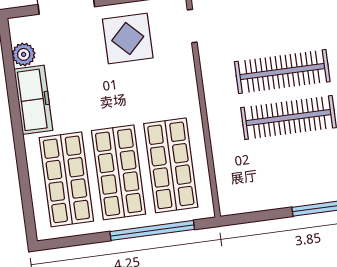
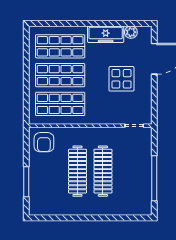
display table: (128, 38) -> (122, 79), moved
armchair: (244, 186) -> (44, 142), added
window: (152, 230) -> (26, 89), removed

